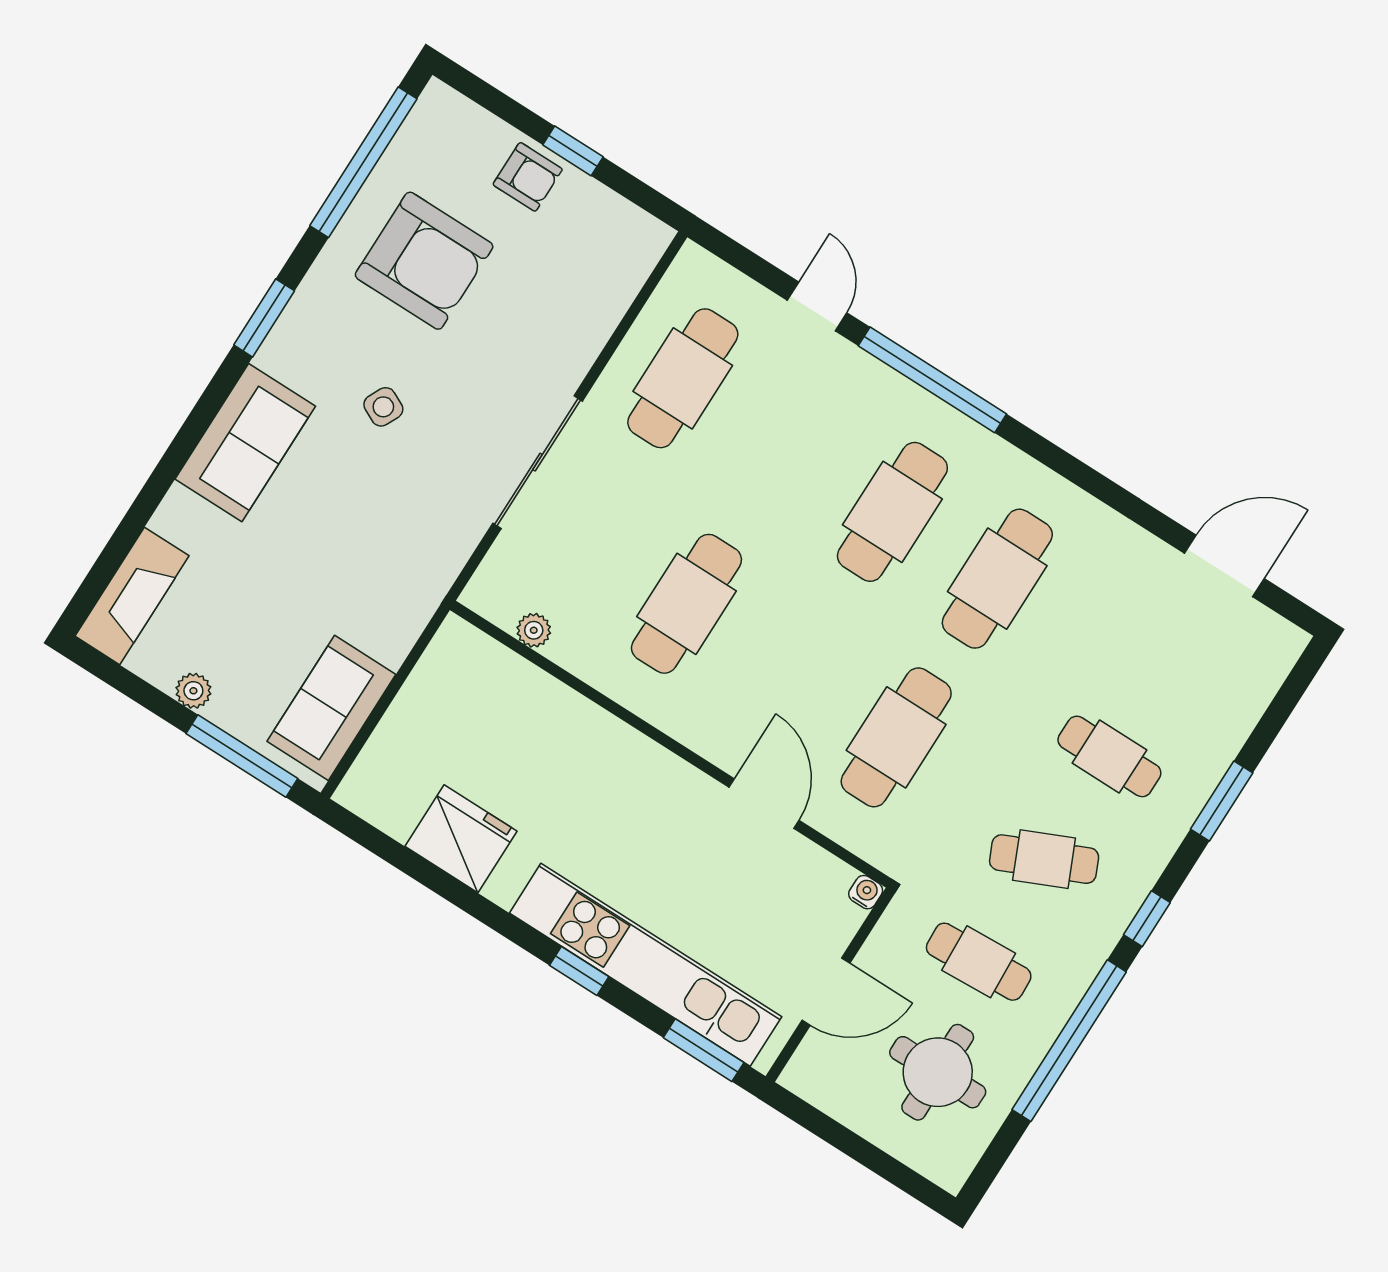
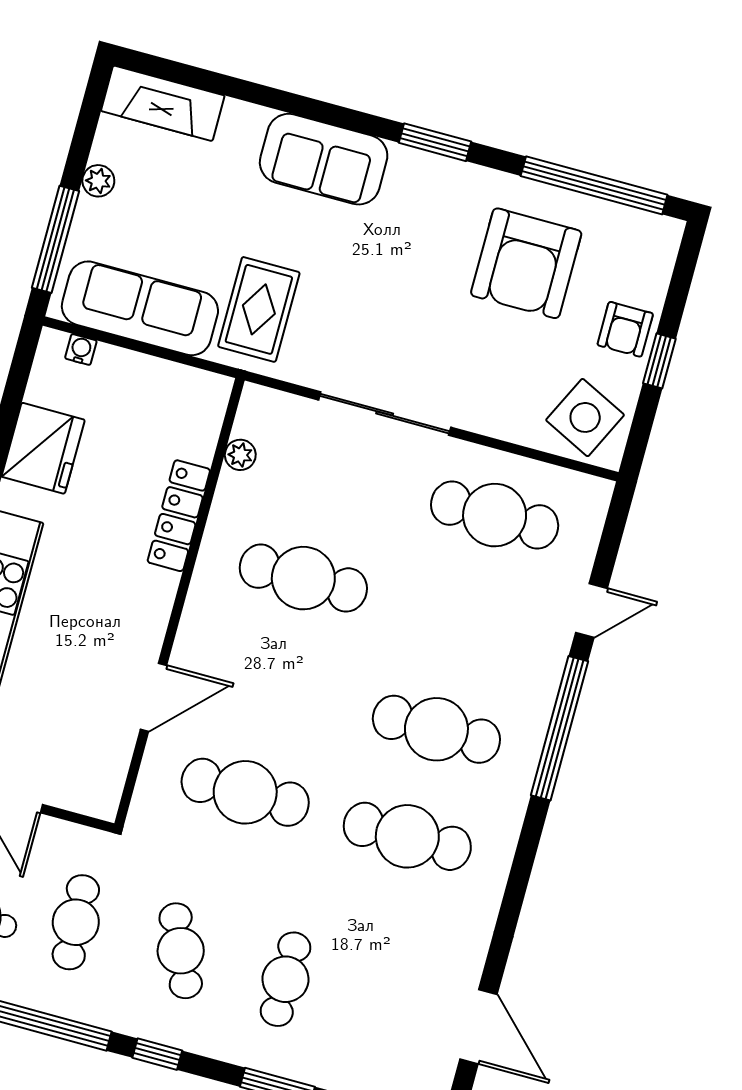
side table: (383, 407) -> (585, 417), moved, width x1.87, depth x1.87
rug: (384, 562) -> (259, 309), added
sofa: (331, 708) -> (140, 308), width x1.36
locker: (578, 716) -> (179, 516), added
water cooler: (866, 892) -> (81, 349), moved, turned -90

